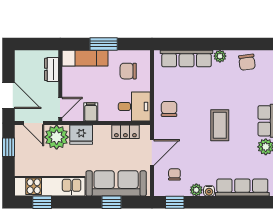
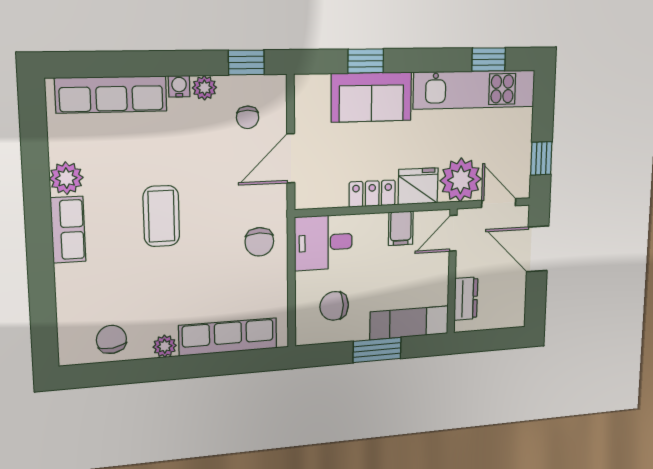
chair: (128, 71) -> (334, 306), turned 180
locker: (125, 132) -> (372, 194), moved
sofa: (116, 183) -> (371, 97), width x0.73

